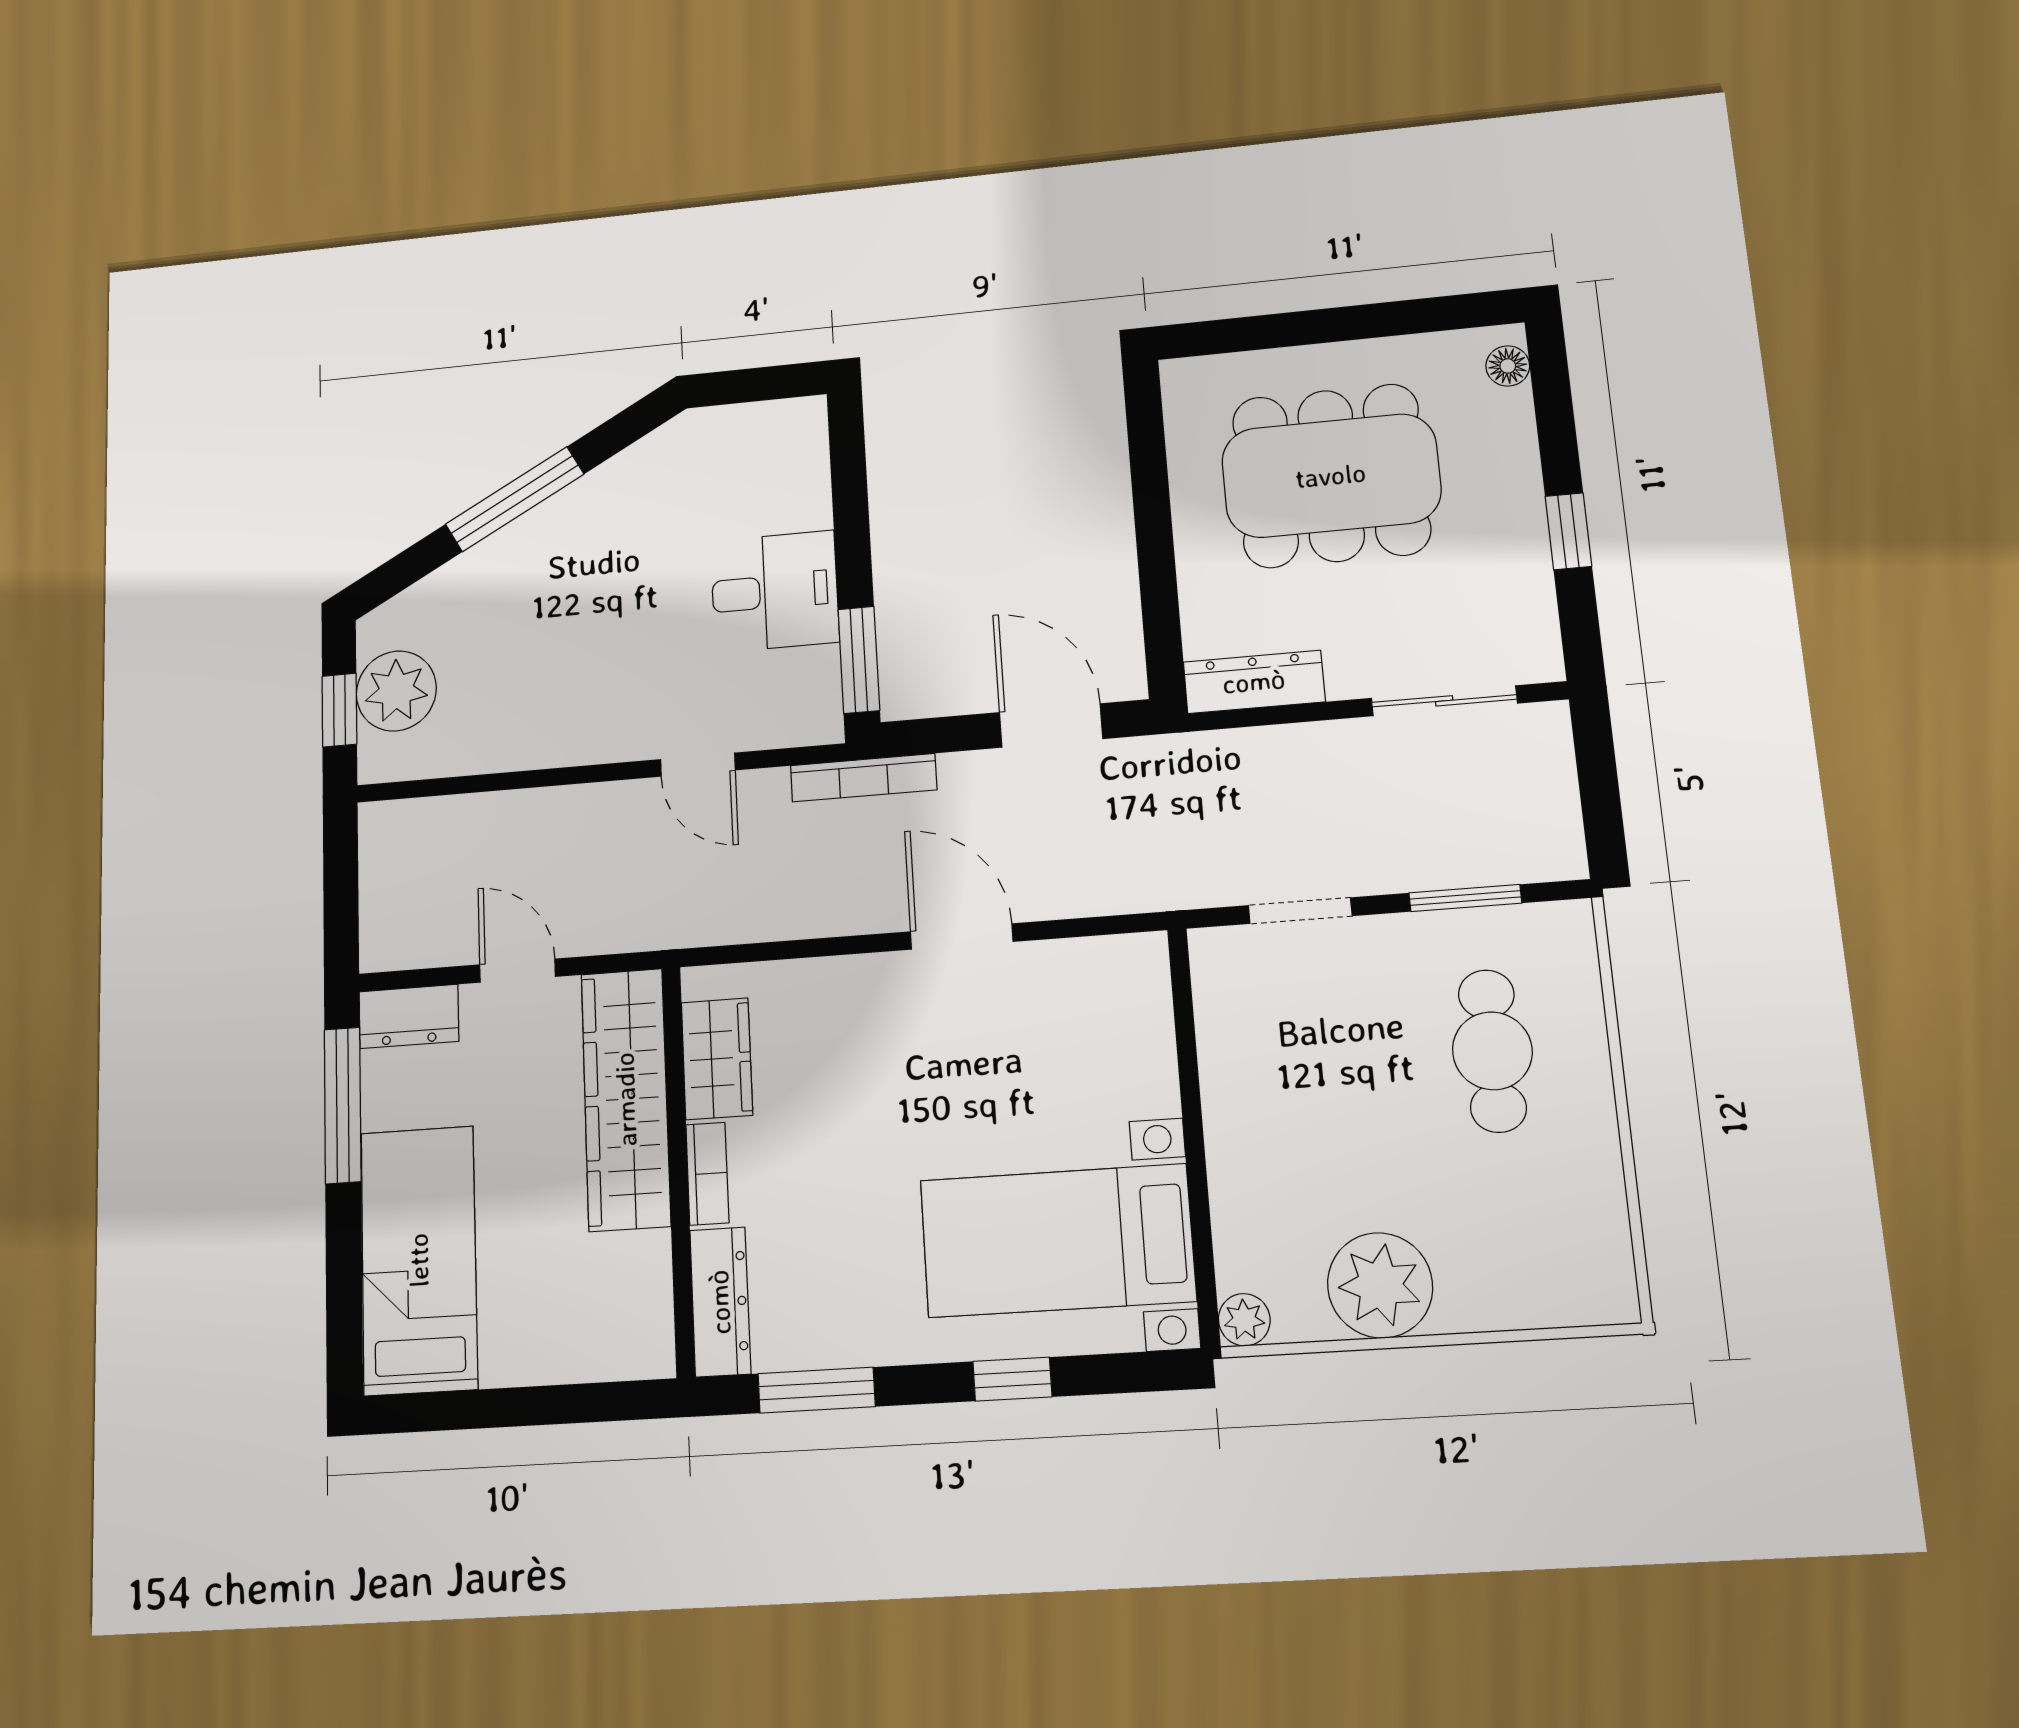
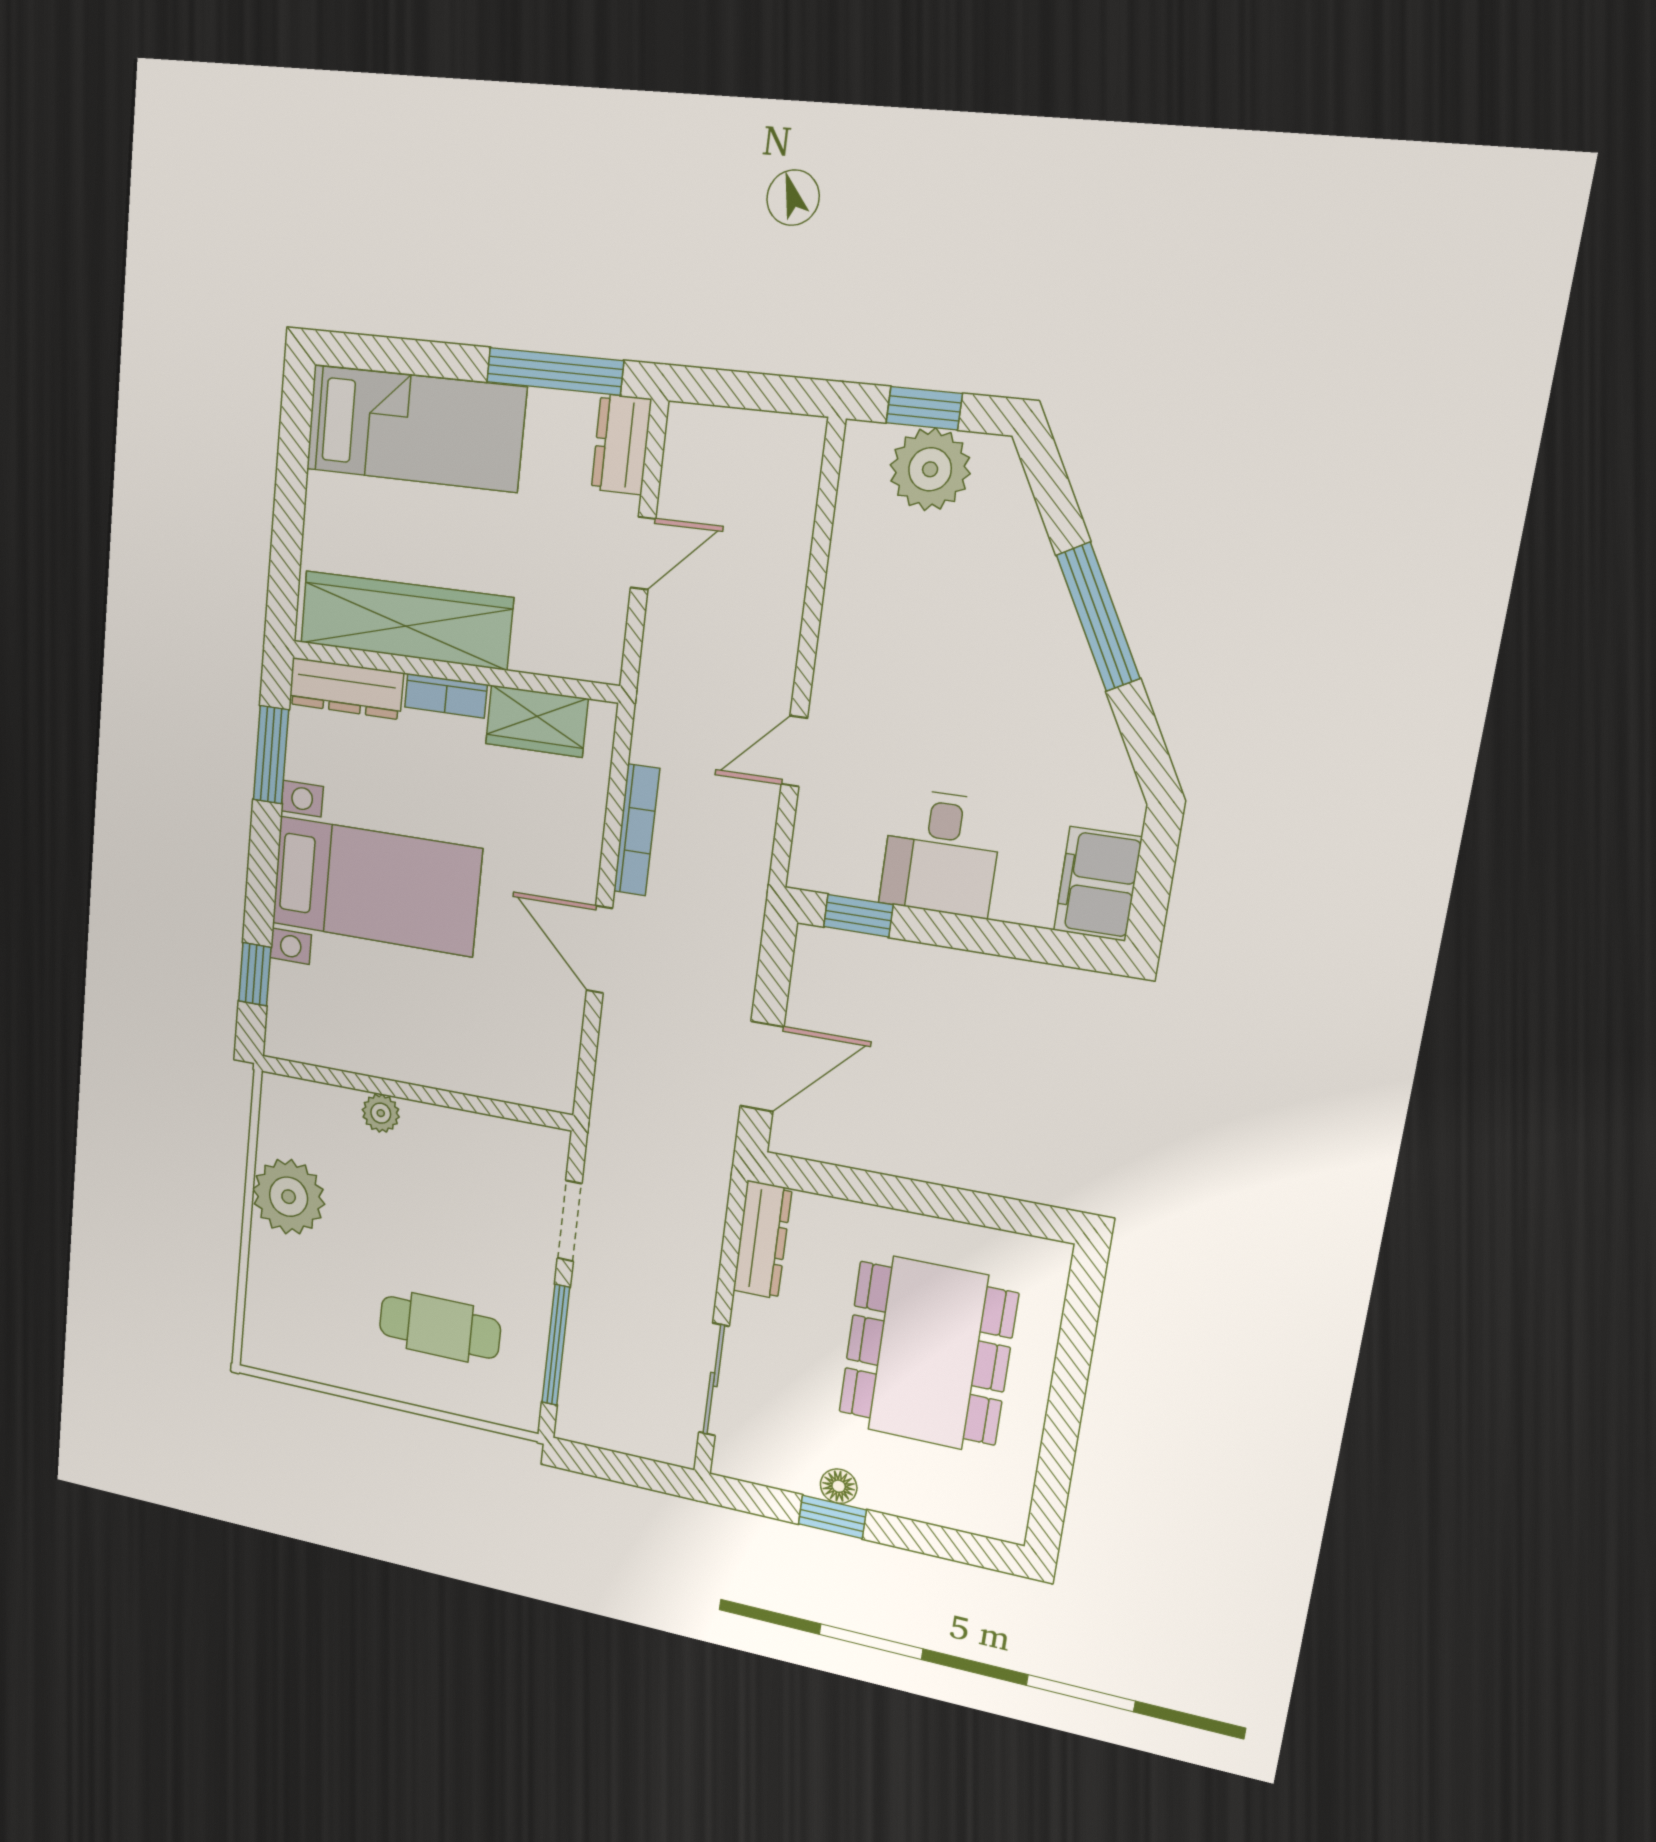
floor lamp: (1508, 366) -> (839, 1486), moved
filing cabinet: (774, 434) -> (1098, 884), added
window: (859, 660) -> (858, 916), width x0.67
bookcase: (863, 778) -> (637, 830), moved, turned 180
window: (1465, 898) -> (556, 1345), width x1.44
door: (962, 937) -> (599, 950), swing flipped
wardrobe: (626, 1099) -> (406, 620), moved
bed with nightstands: (1057, 1241) -> (376, 886), moved, turned 90
plant: (1244, 1320) -> (381, 1113), moved
window: (1012, 1379) -> (255, 974), moved

